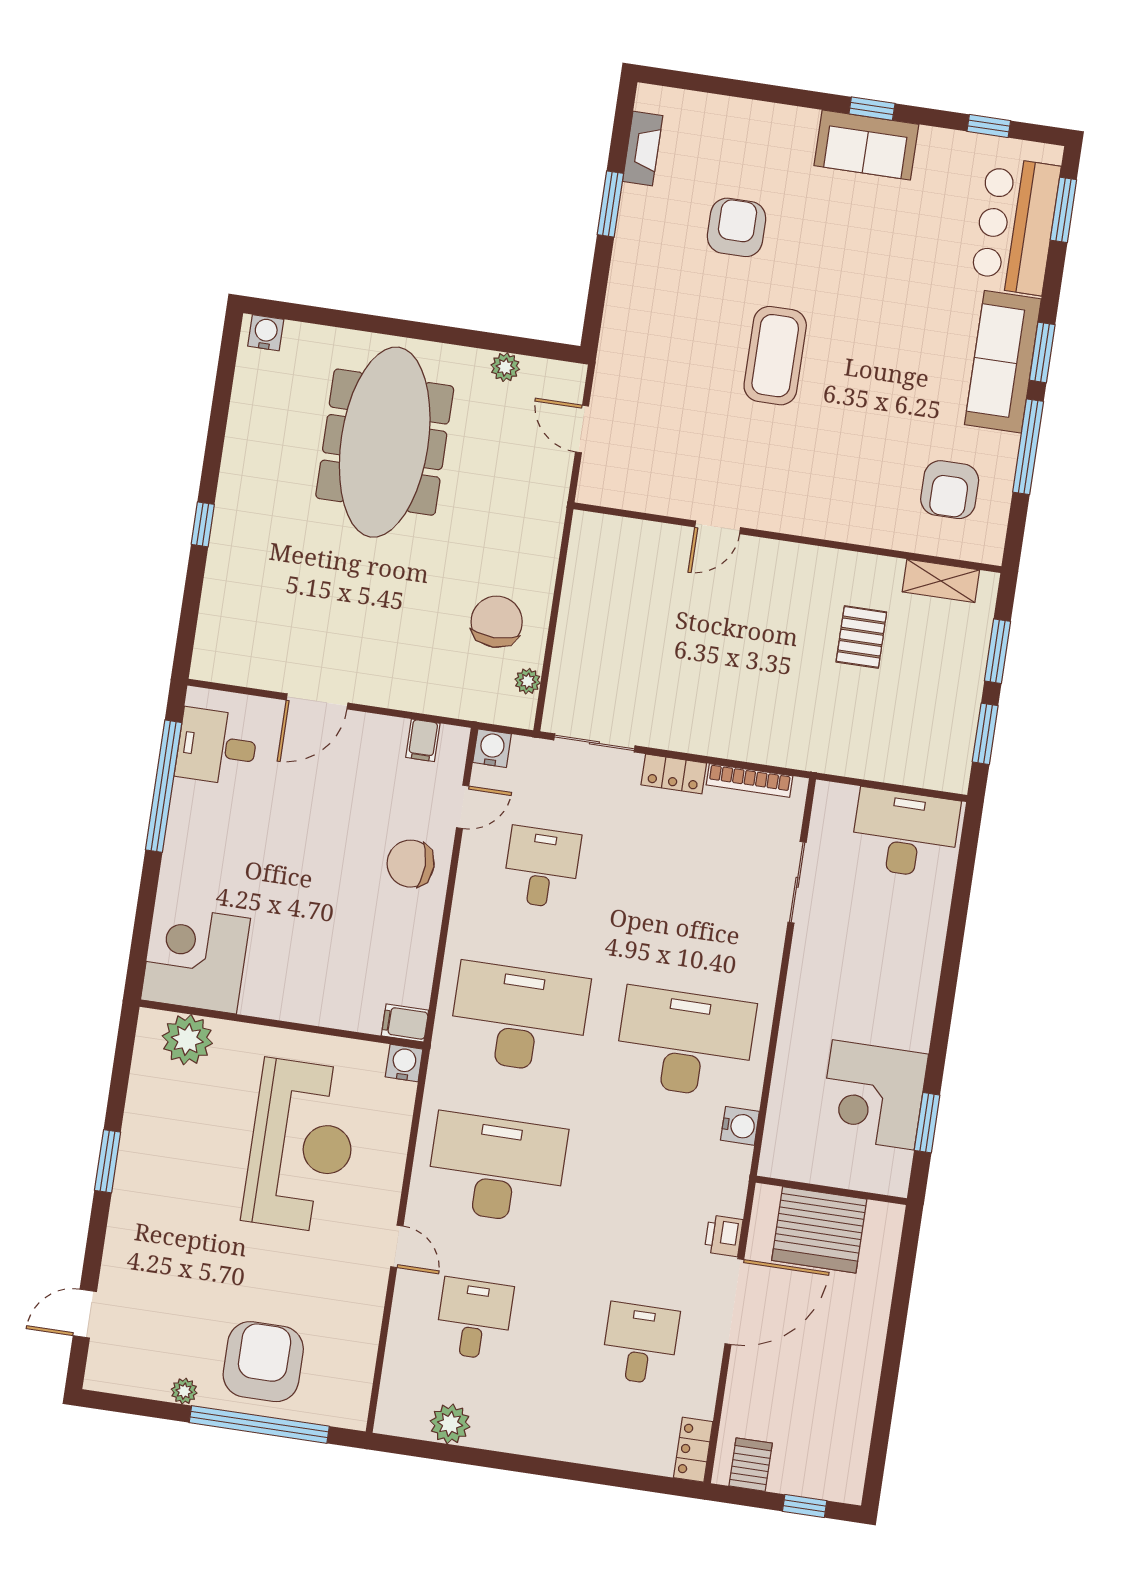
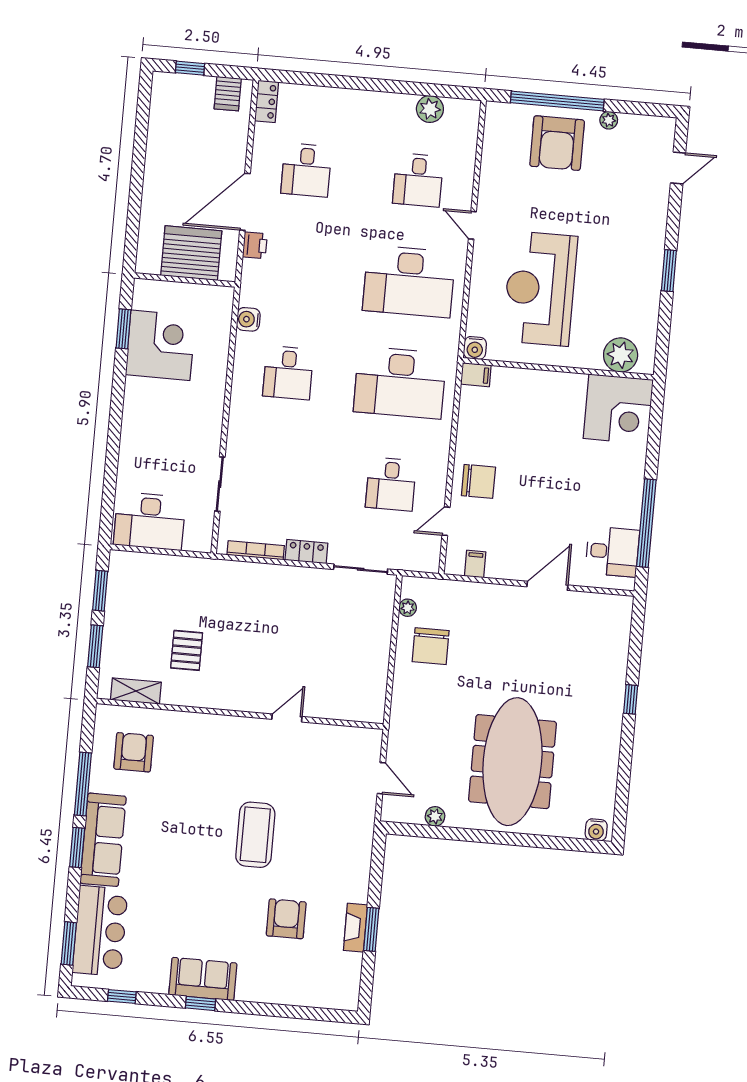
fireplace: (643, 149) -> (355, 928), moved
armchair: (737, 227) -> (286, 919), turned 180
water cooler: (492, 748) -> (429, 562), removed
desk: (685, 1043) -> (288, 373), width x0.53, depth x0.77

